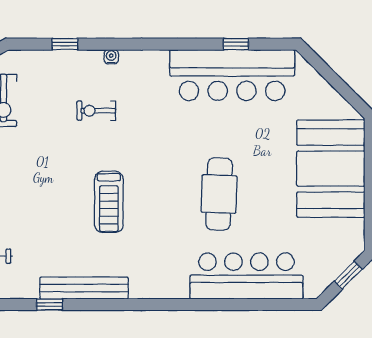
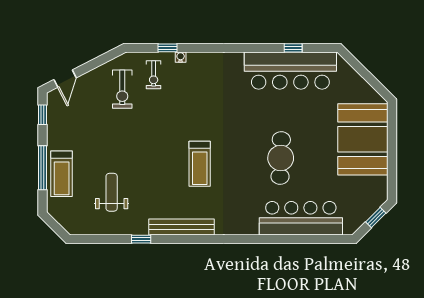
water cooler: (111, 57) -> (181, 57), moved
exercise bike: (96, 111) -> (154, 75), moved, turned -90
window: (50, 305) -> (141, 239), moved

